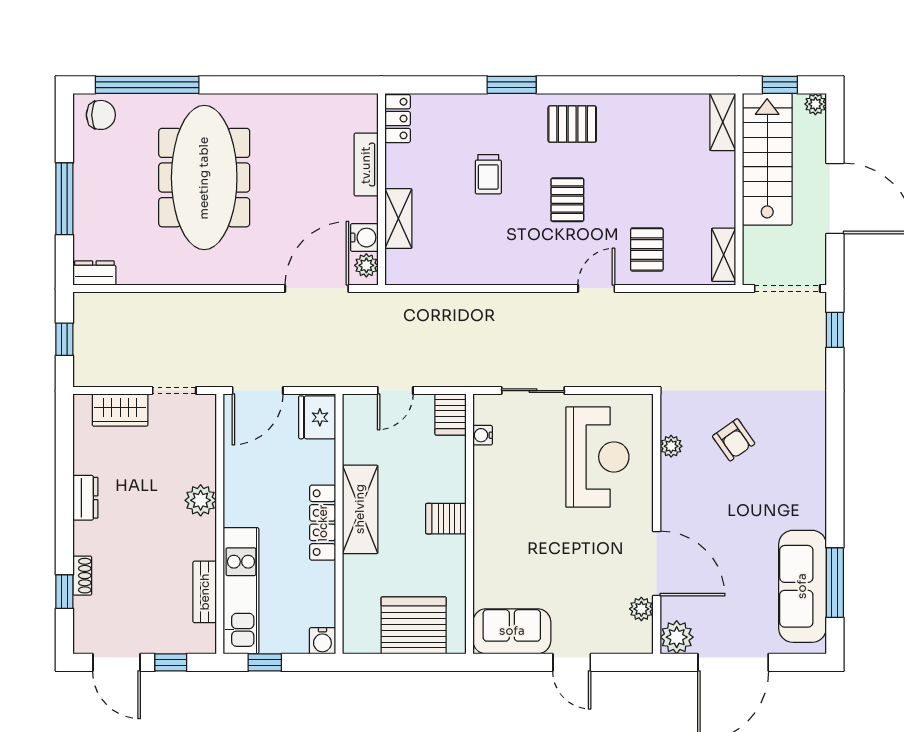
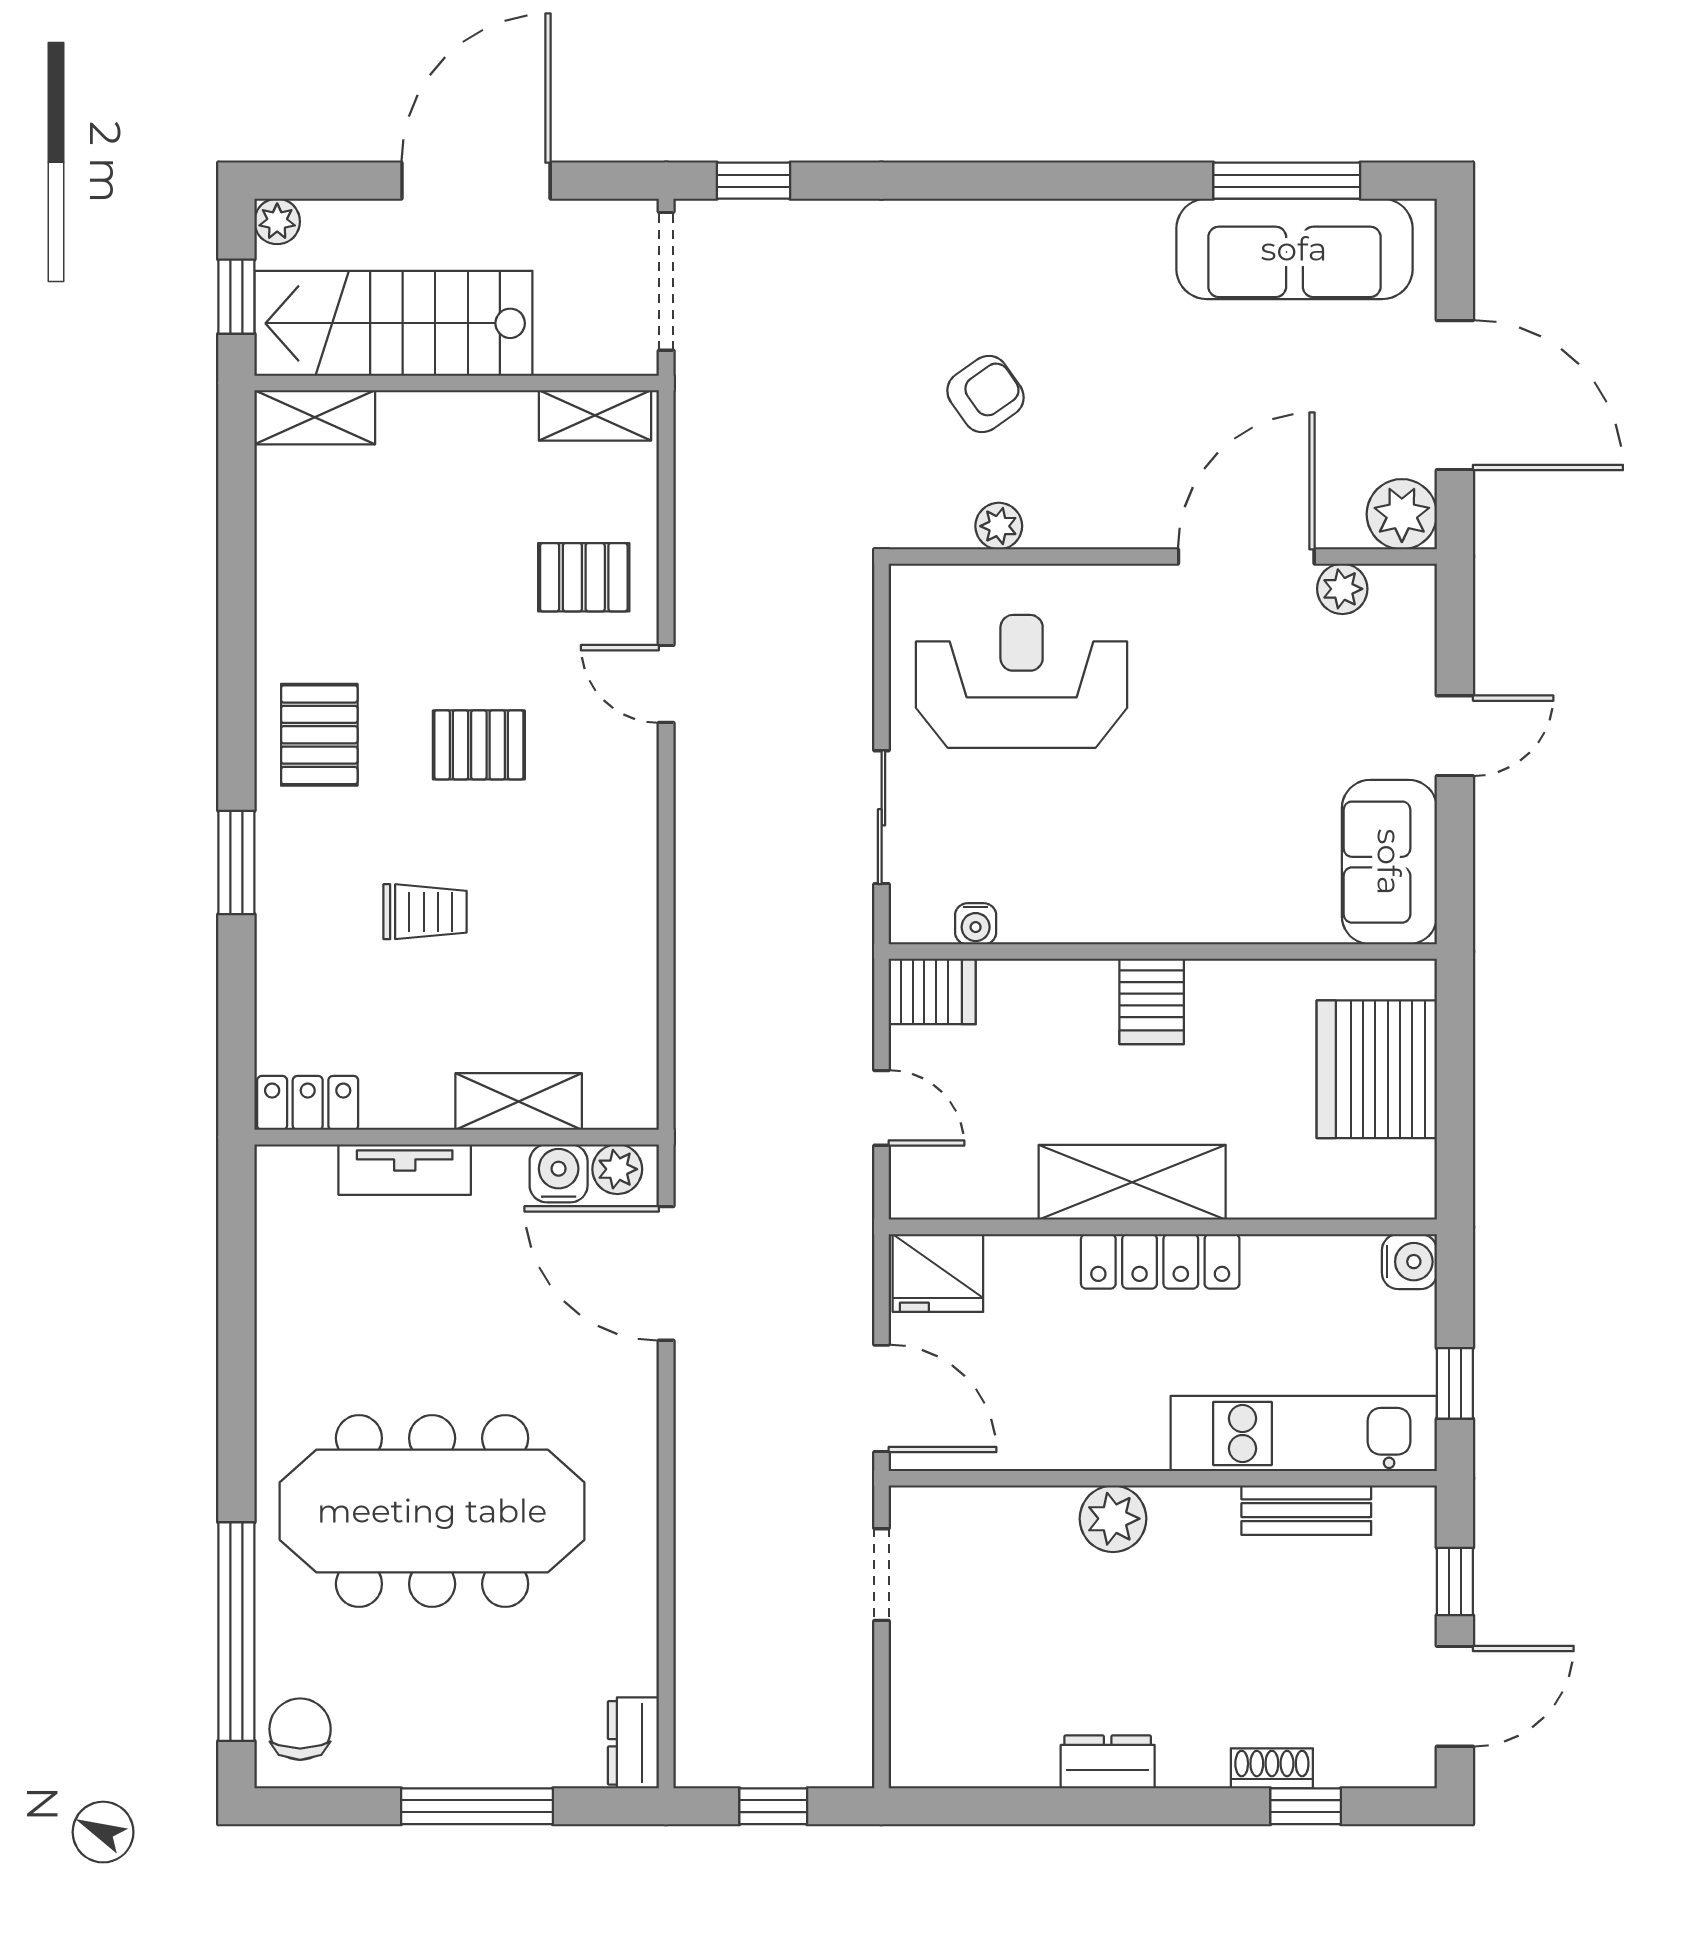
wardrobe: (120, 410) -> (923, 1688), removed

